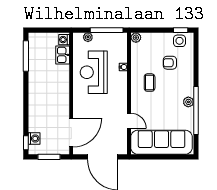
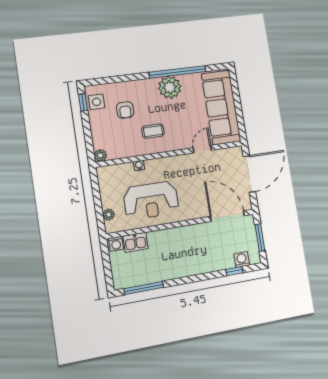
window: (107, 30) -> (96, 193), removed
plant: (188, 102) -> (170, 87), width x1.87, depth x1.87
window: (26, 143) -> (234, 271), moved

